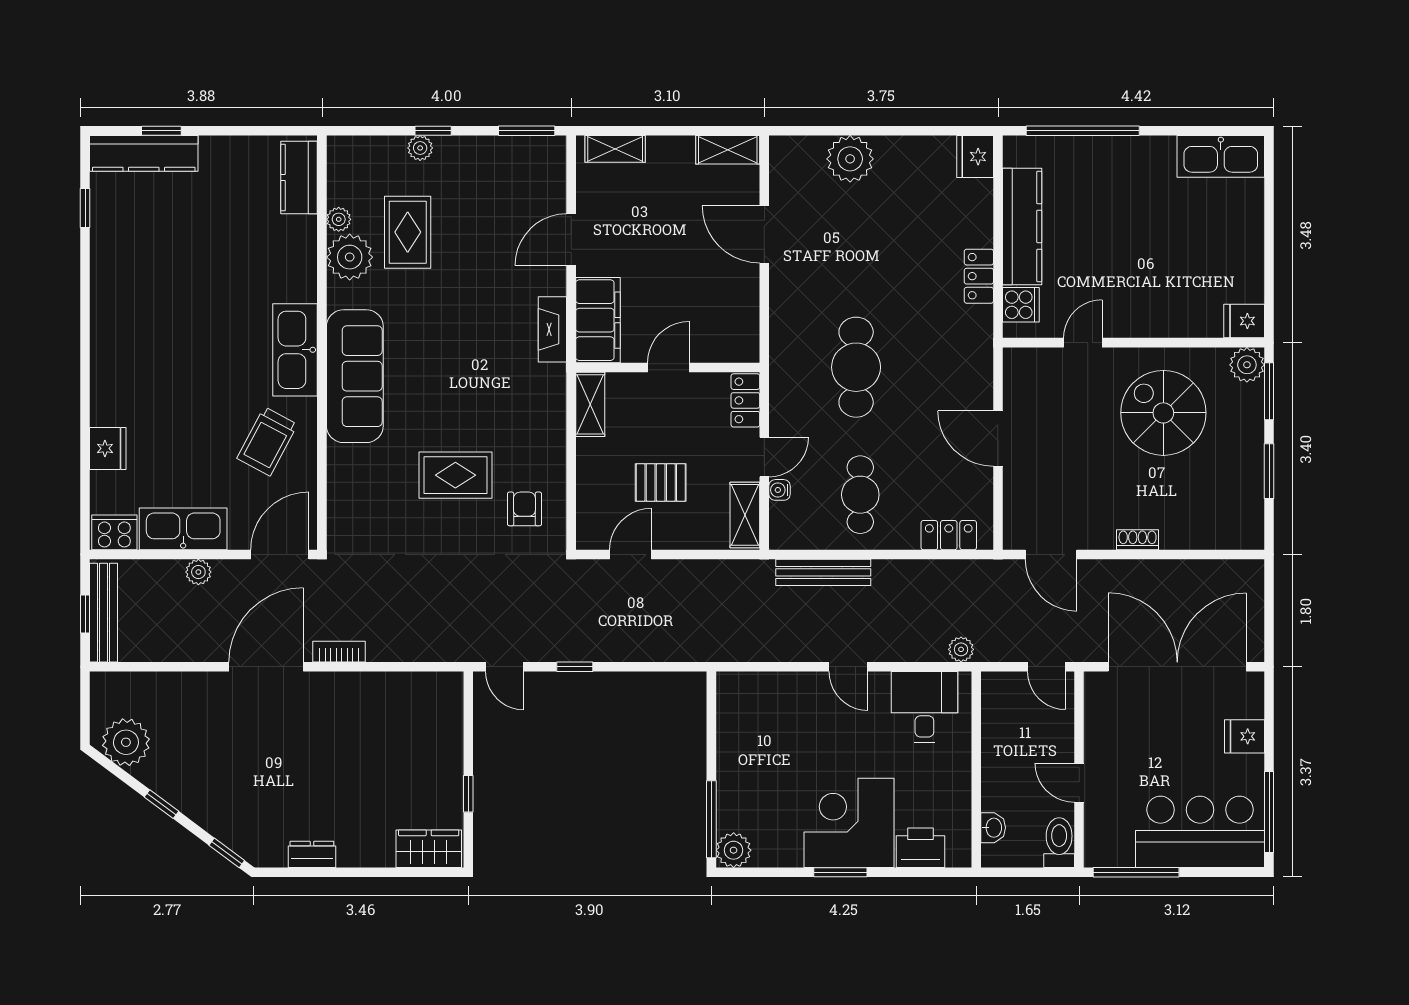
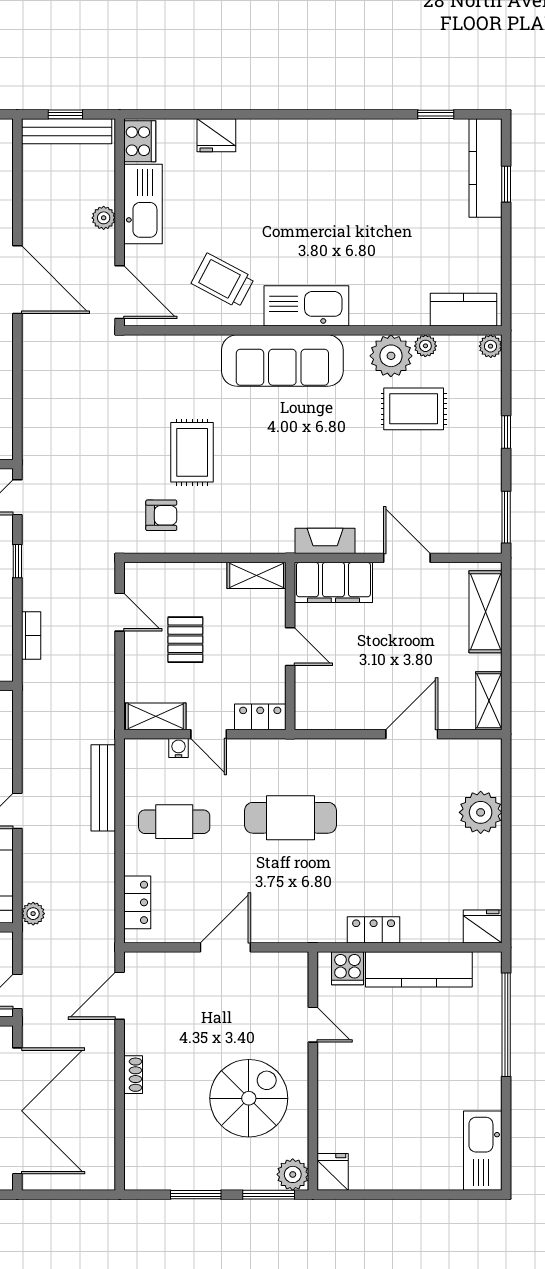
plant: (420, 148) -> (491, 346), moved
shelving: (615, 149) -> (486, 612), width x1.50, depth x1.33
bookcase: (339, 652) -> (31, 635), moved

